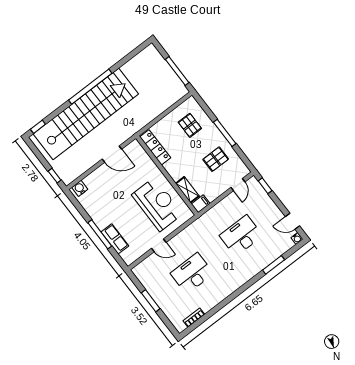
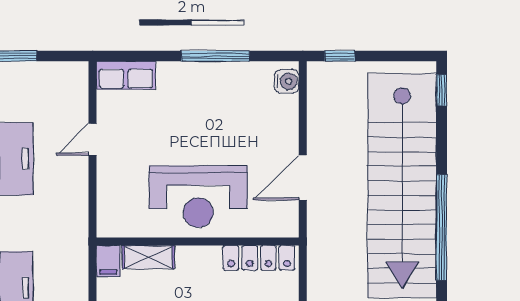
reception desk: (157, 204) -> (198, 196), moved
window: (100, 234) -> (215, 56), moved
row of seats: (115, 239) -> (126, 75), moved

